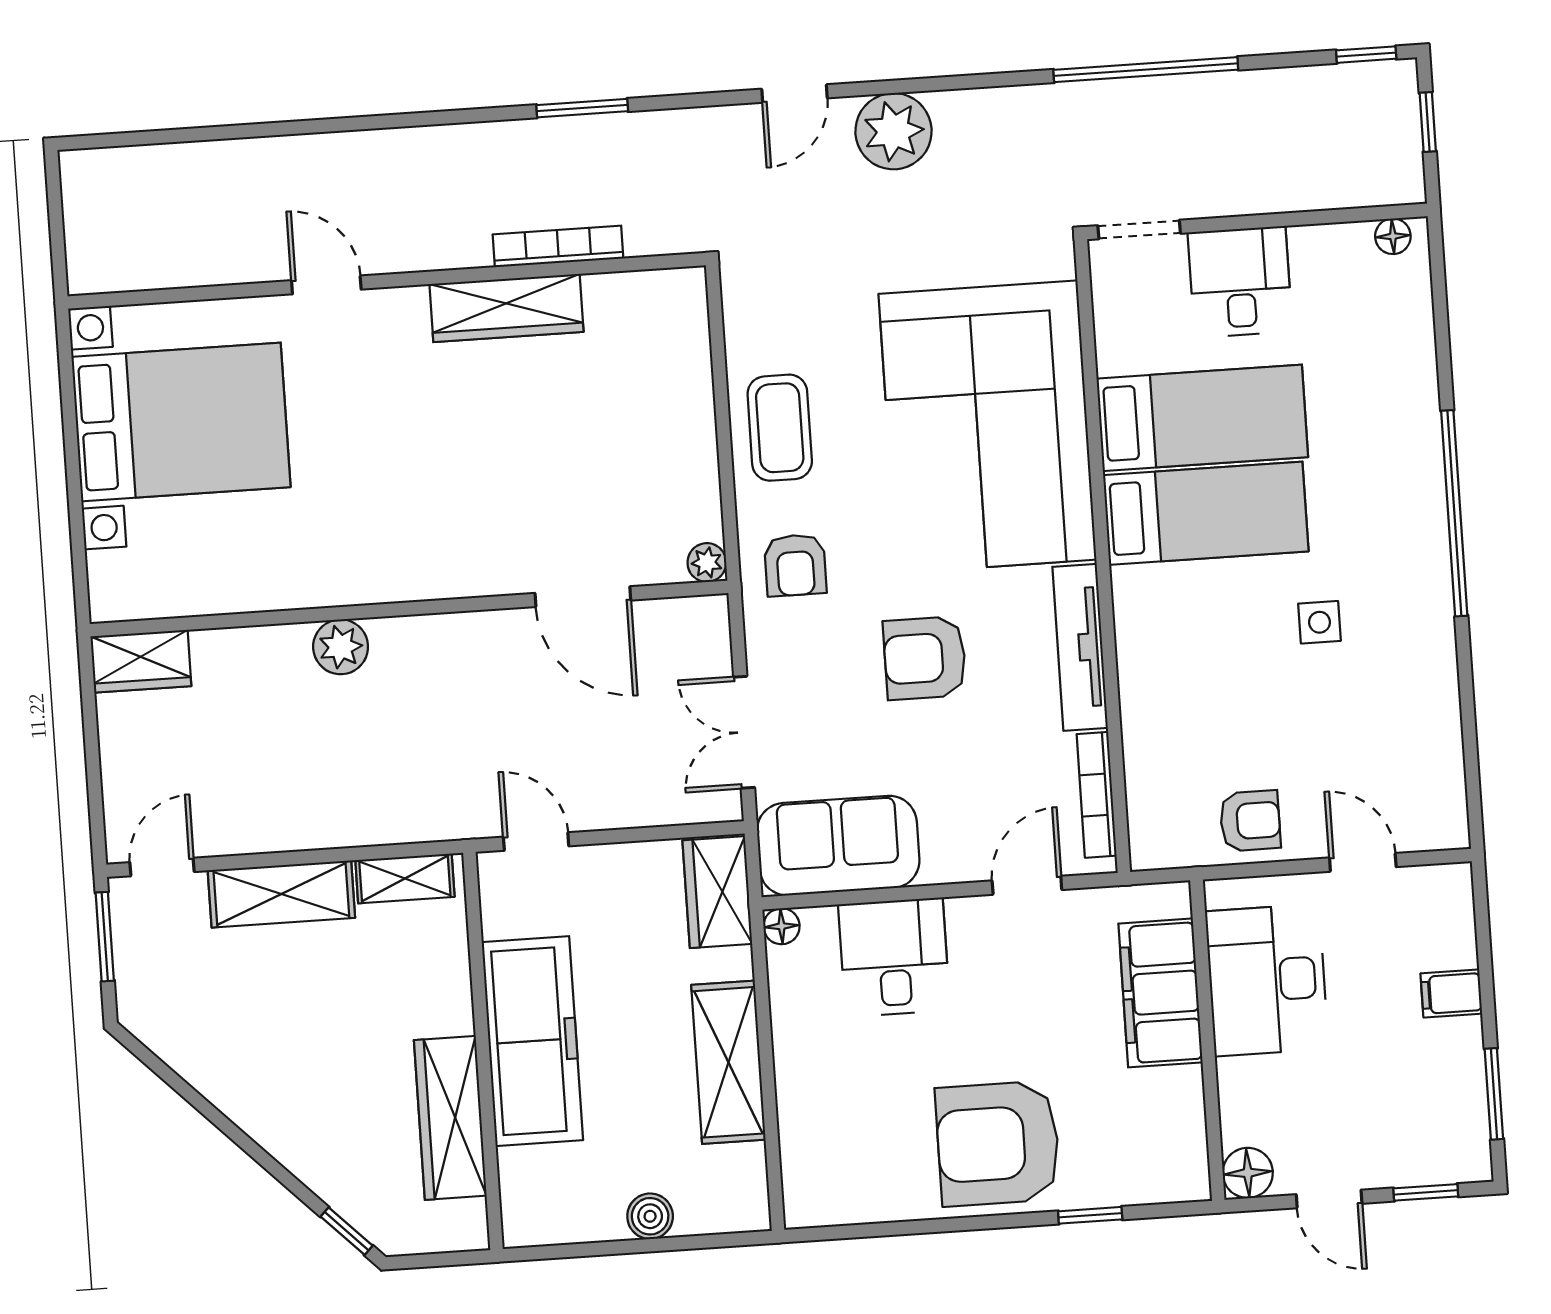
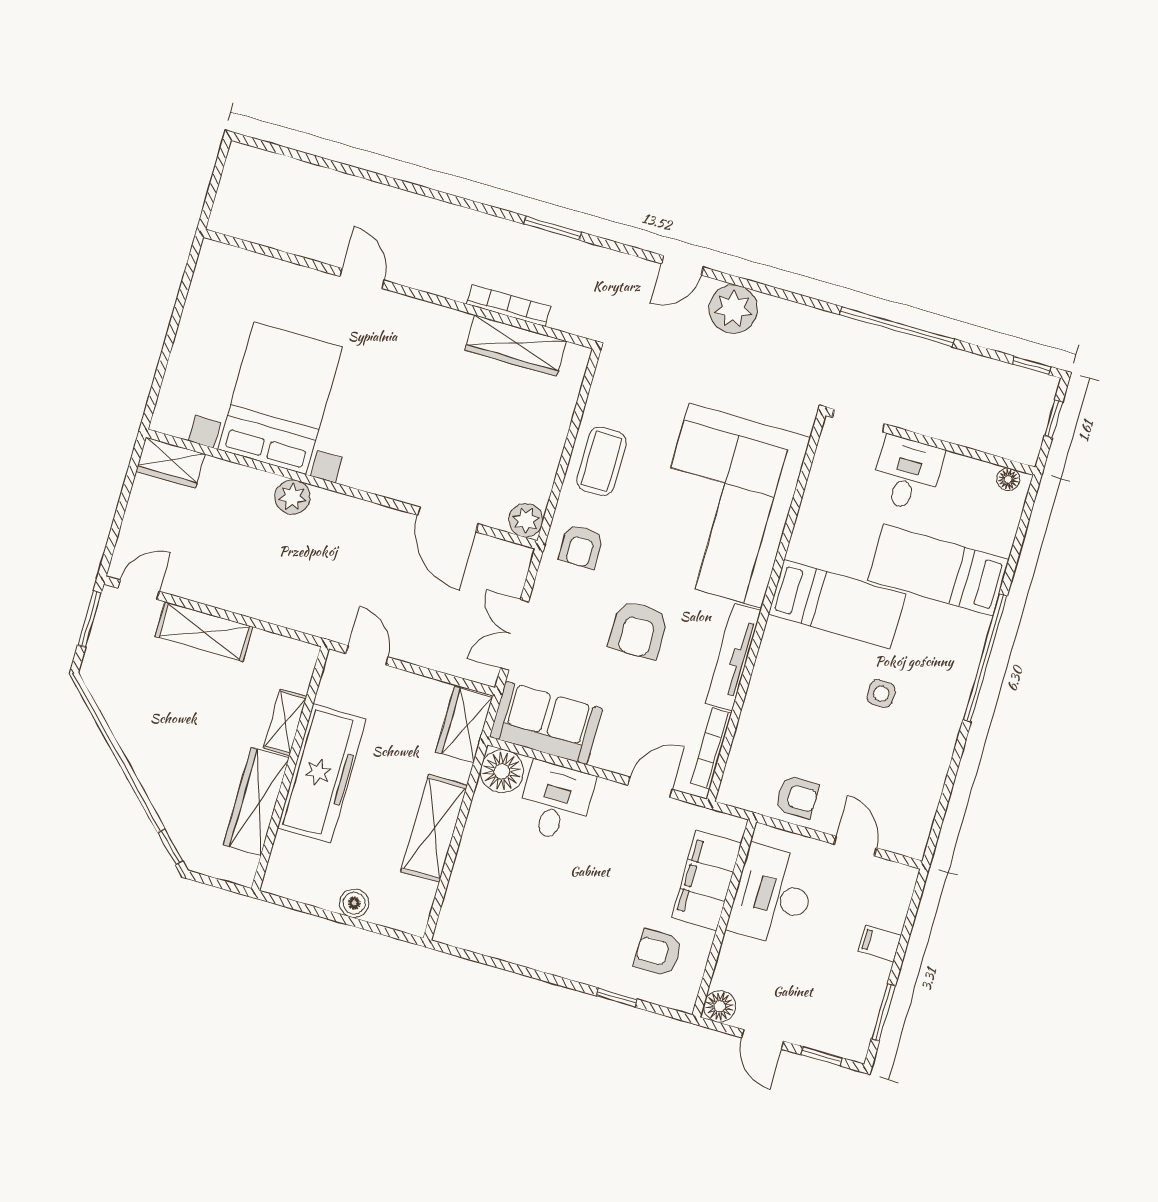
wardrobe: (506, 308) -> (516, 346), moved
bed: (1202, 418) -> (938, 570), moved, turned 180
bed with nightstands: (181, 422) -> (280, 398), moved, turned -90
plant: (707, 563) -> (526, 520), width x1.38, depth x1.38
armchair: (925, 658) -> (638, 630), turned -90
shelving: (405, 878) -> (285, 722), moved, turned 90
floor lamp: (782, 926) -> (502, 771), width x1.89, depth x1.89
armchair: (998, 1143) -> (658, 953), moved, width x0.53, depth x0.53

